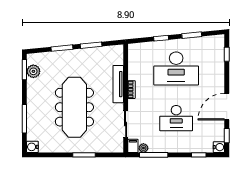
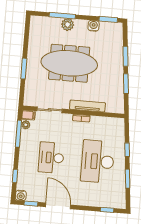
plant: (33, 71) -> (68, 25), moved
water cooler: (32, 147) -> (94, 26), moved

